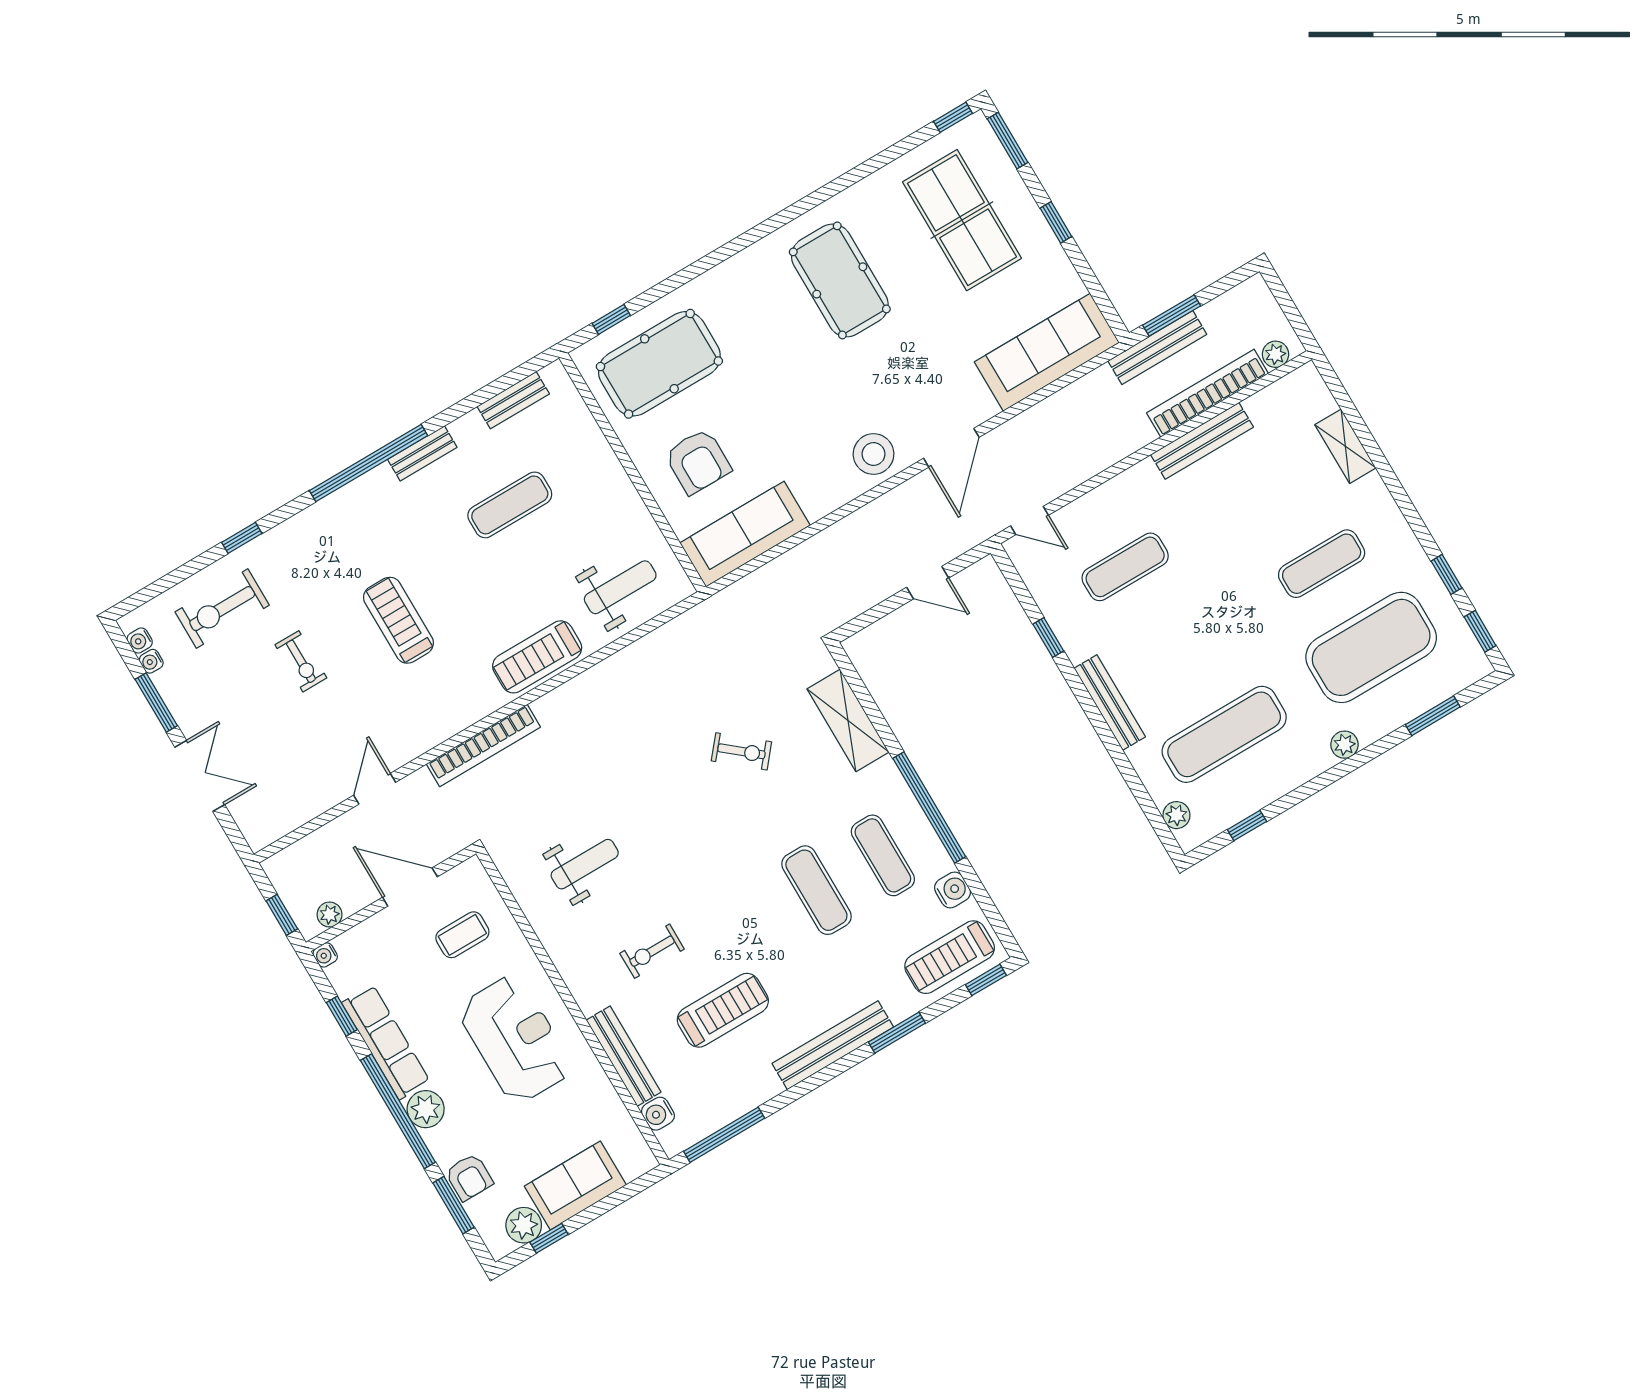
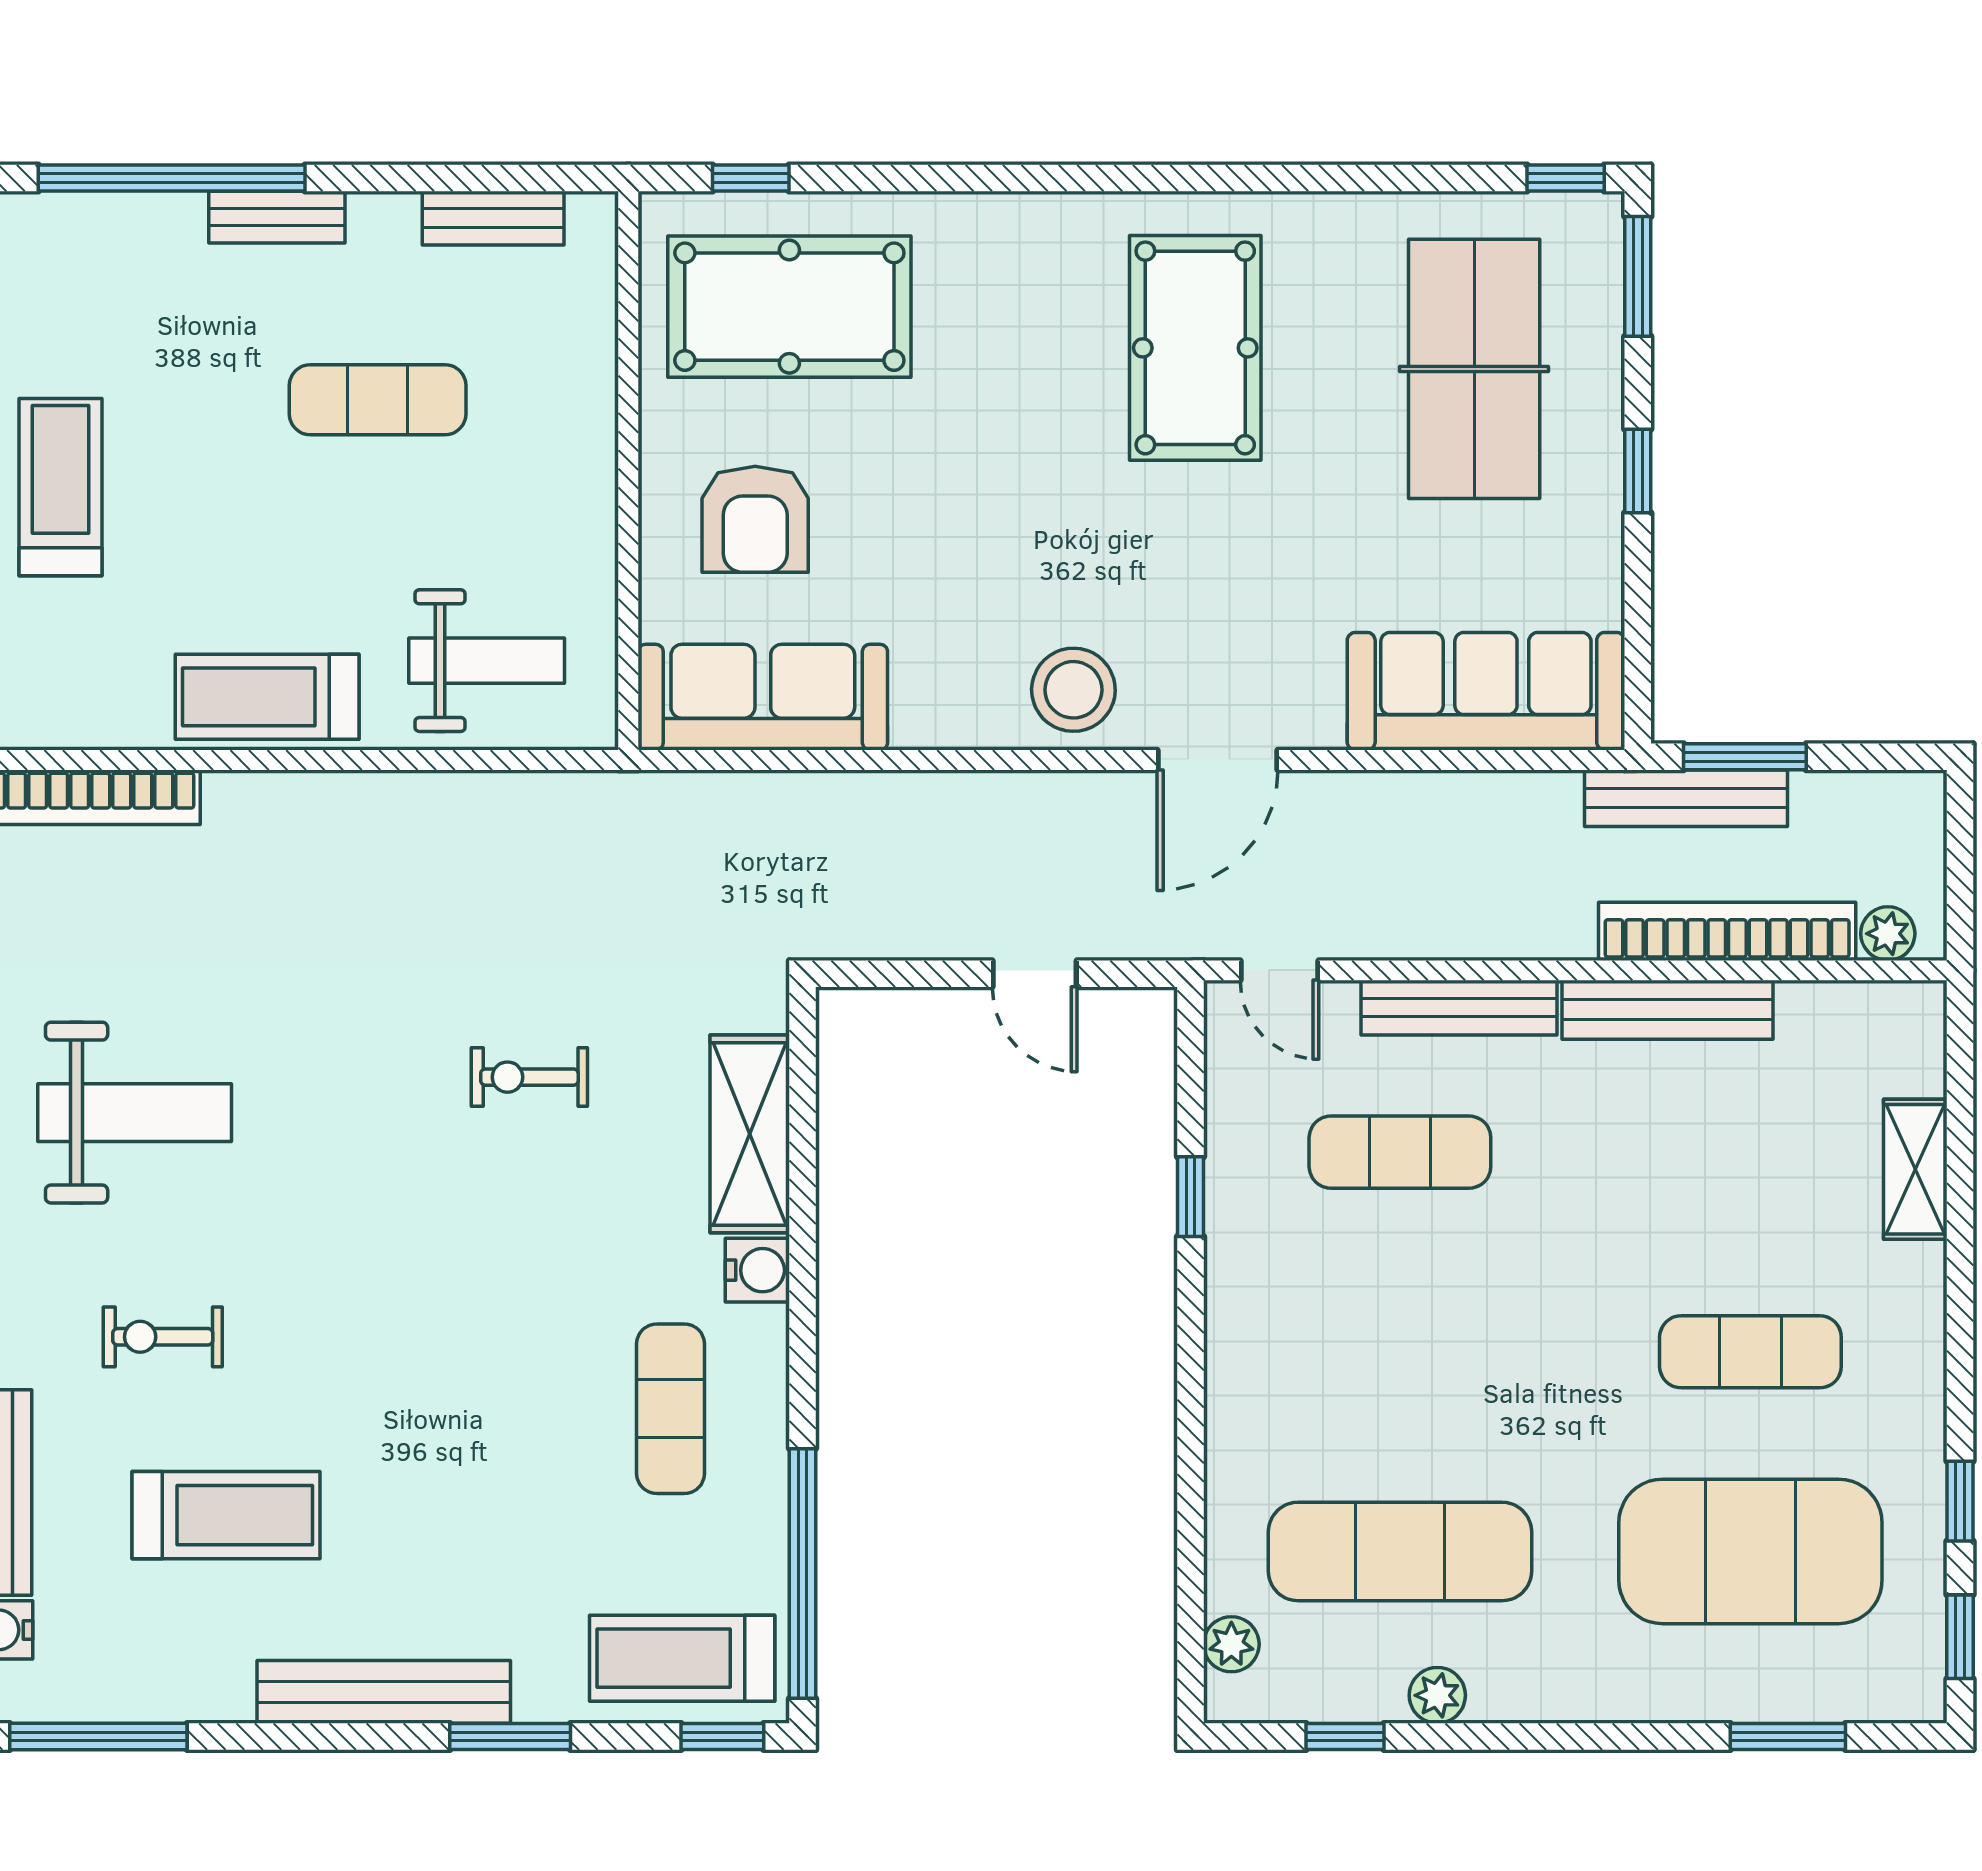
bench: (1110, 703) -> (1459, 1008), moved, turned 90
plant: (1344, 745) -> (1437, 1695), moved
exercise bike: (741, 751) -> (529, 1077), turned 140
window: (929, 808) -> (803, 1573), moved
weight bench: (585, 864) -> (135, 1113), width x1.36, depth x1.33
exercise mat: (816, 890) -> (517, 1401), removed
water cooler: (952, 890) -> (757, 1270), moved

